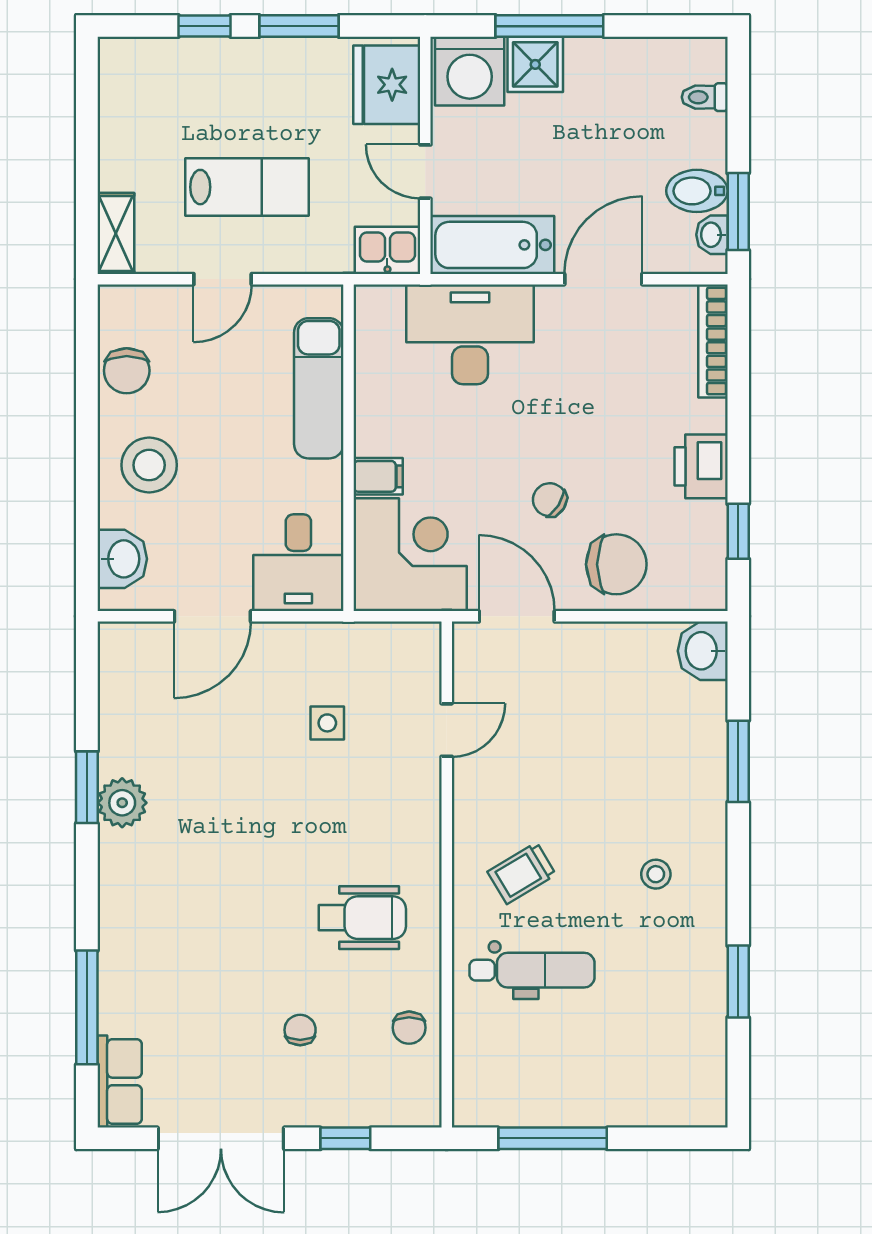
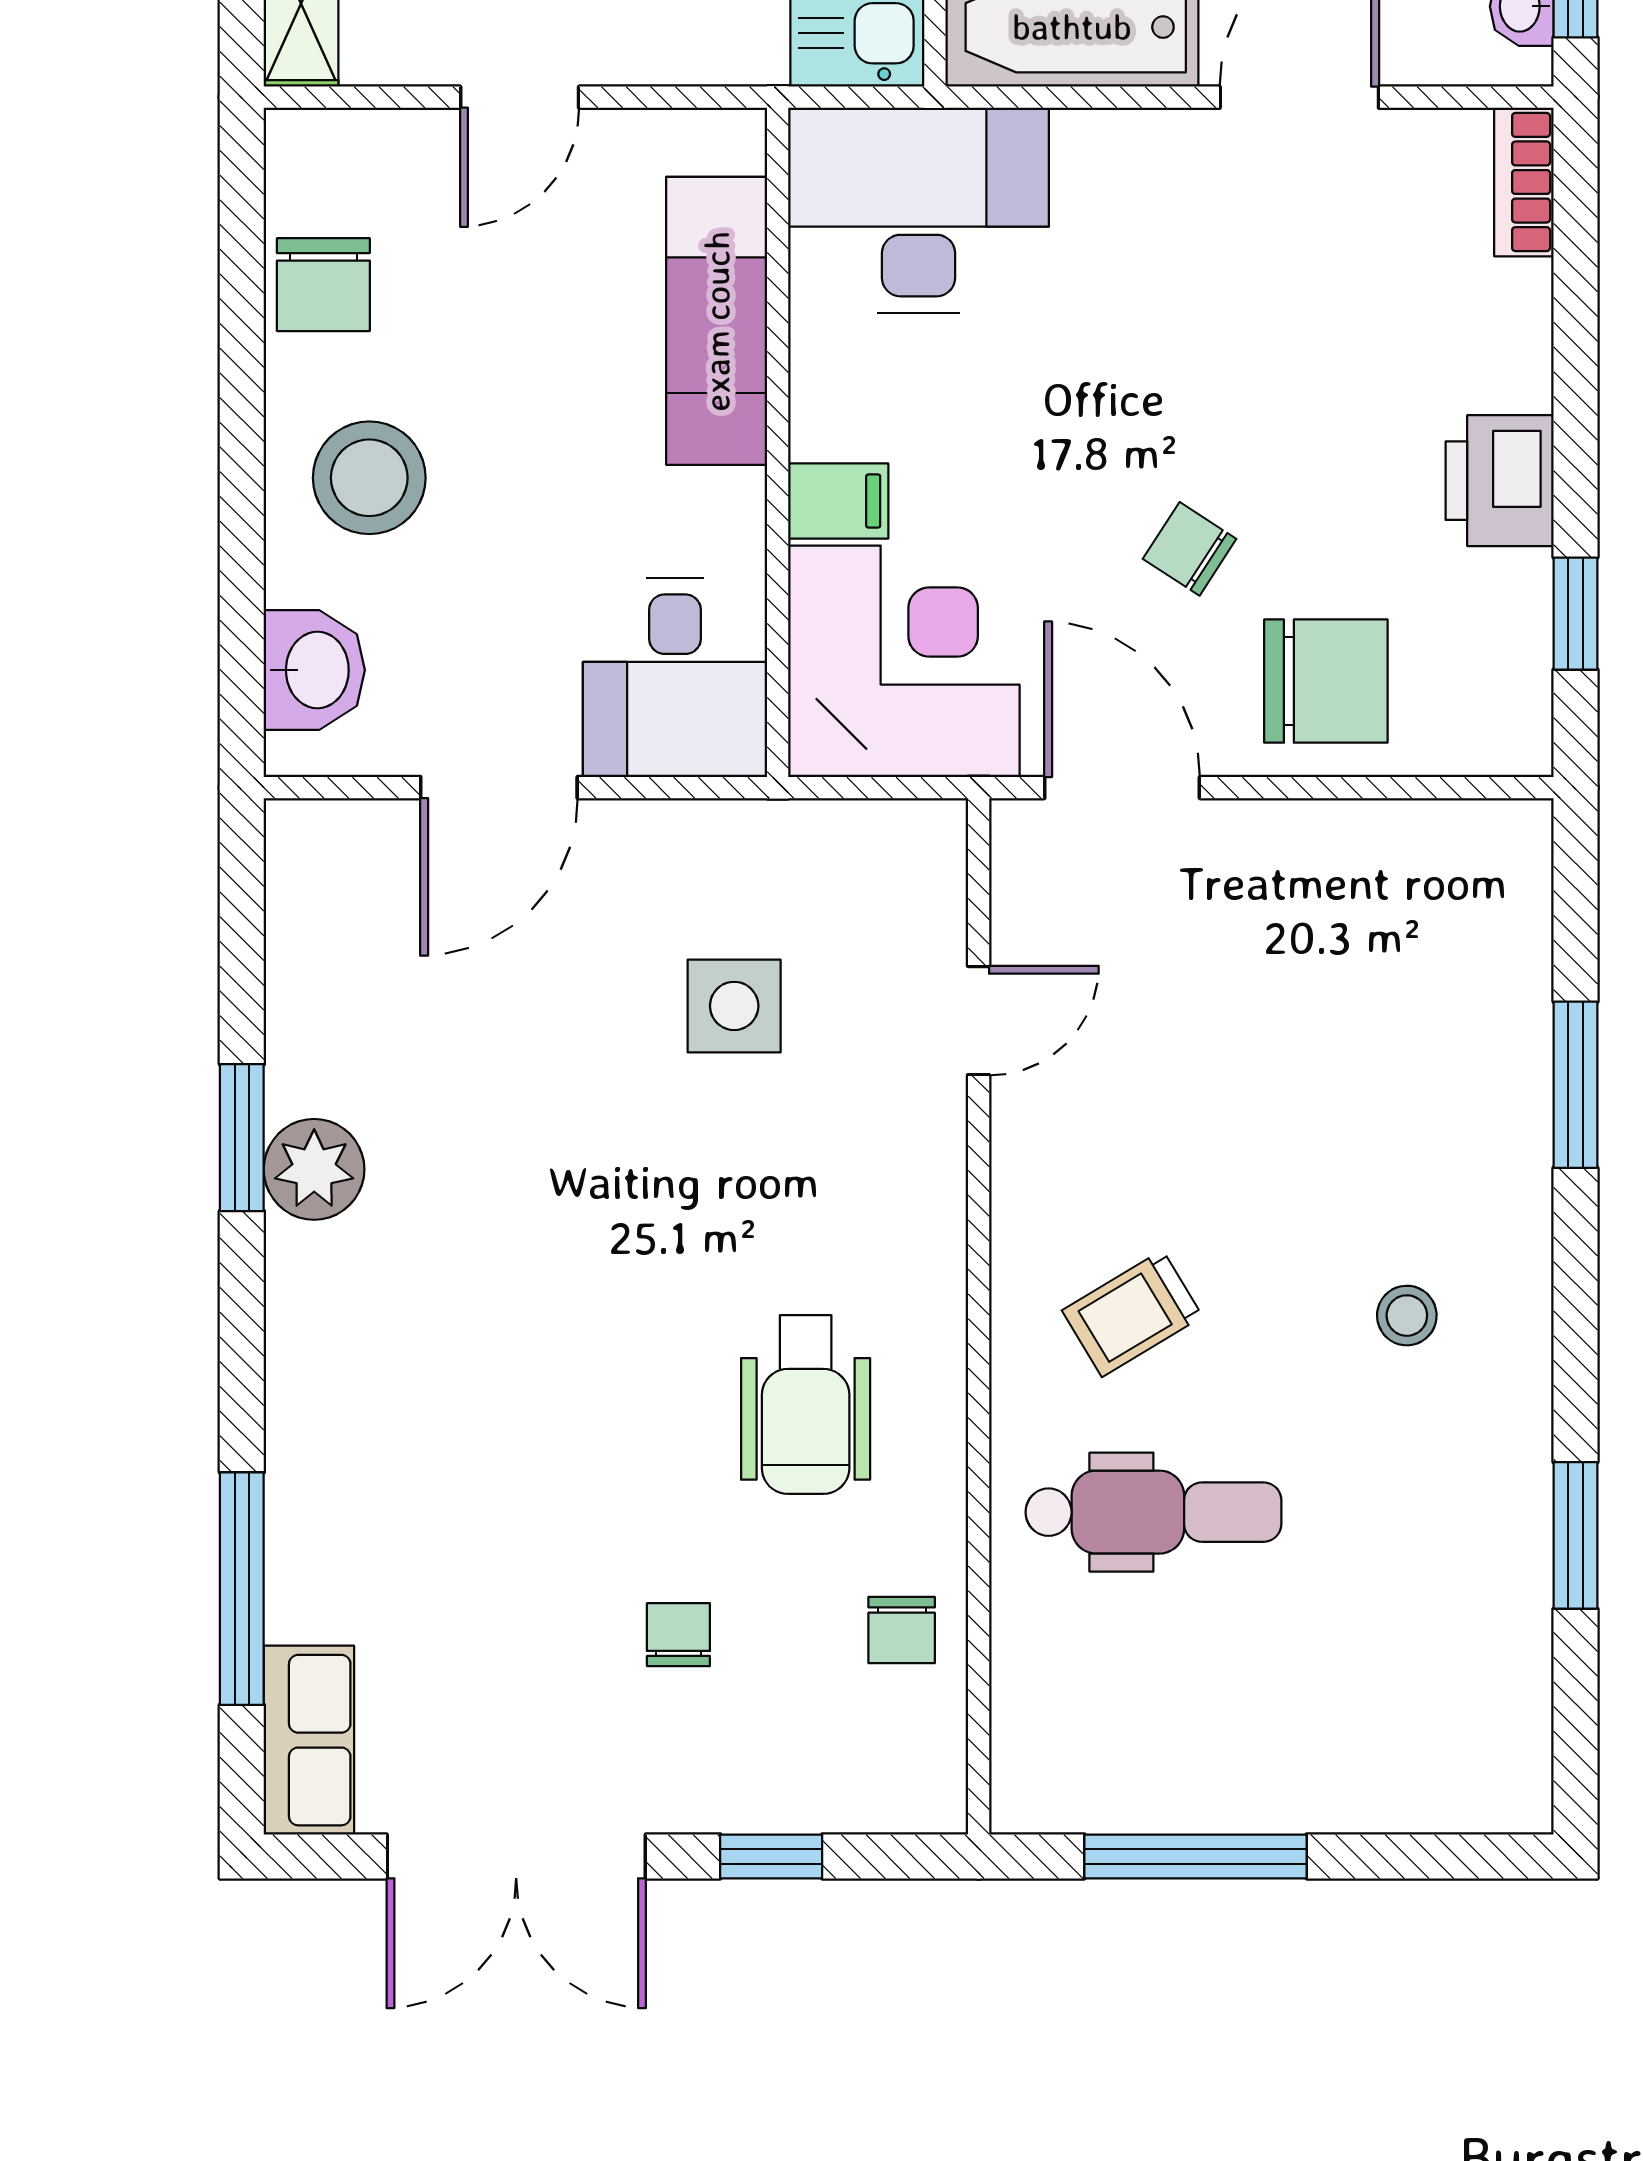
desk: (470, 334) -> (919, 210), moved
bookcase: (713, 341) -> (1524, 182), width x0.64
washbasin: (703, 651) -> (1503, 858), removed
side table: (327, 723) -> (734, 1006), width x1.37, depth x1.37
wheelchair: (362, 918) -> (806, 1405), turned 90

